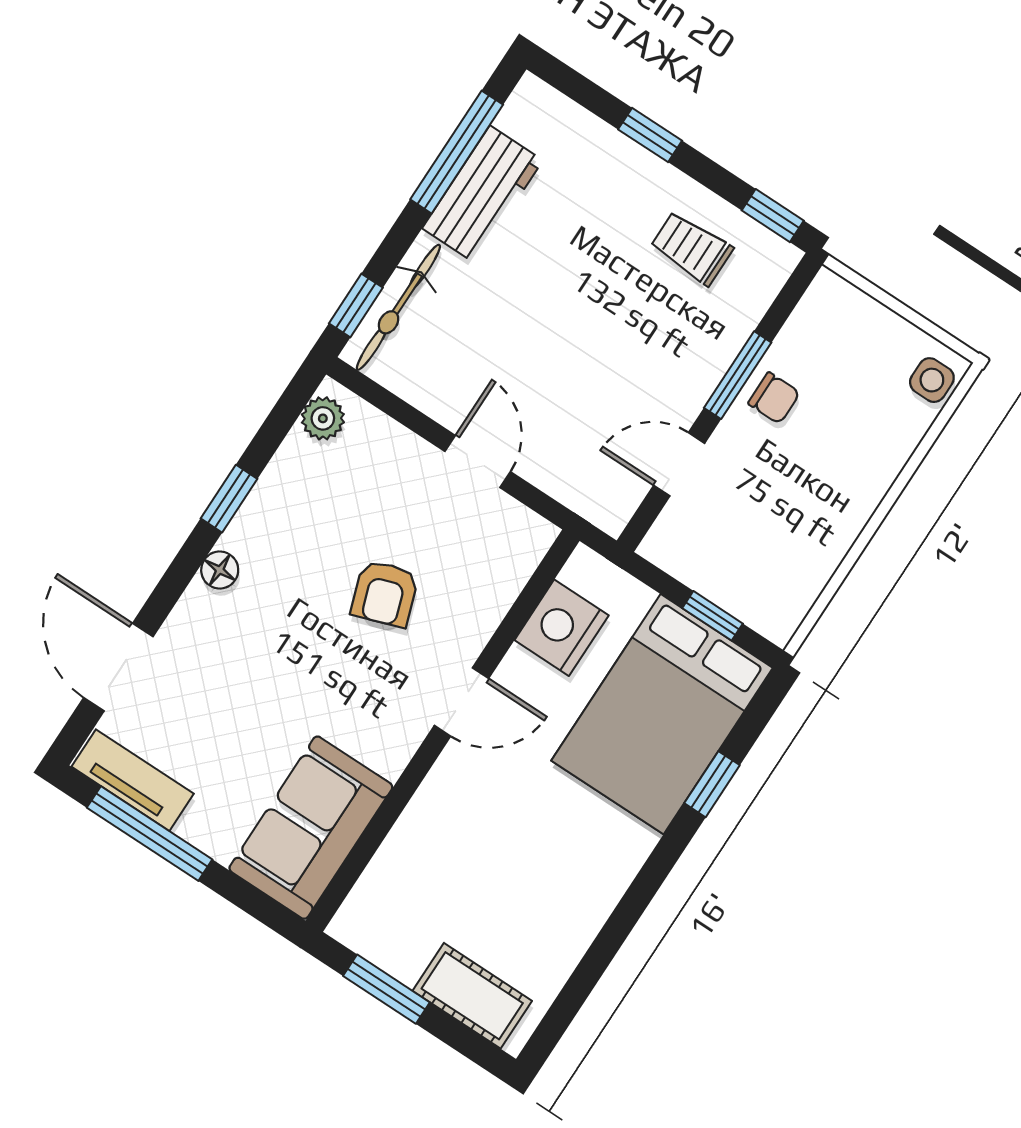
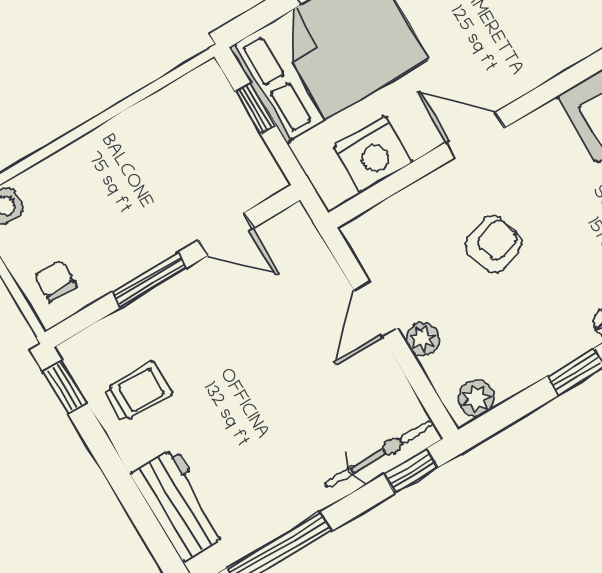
window: (650, 135) -> (128, 492), removed
workbench: (483, 194) -> (179, 504), moved, turned 90
trolley: (692, 248) -> (138, 392), turned -90
chair: (774, 398) -> (55, 281), moved
plant: (412, 454) -> (423, 339), added

